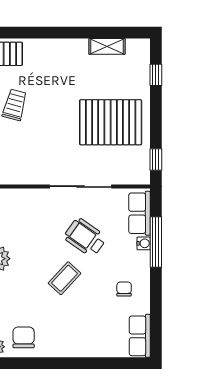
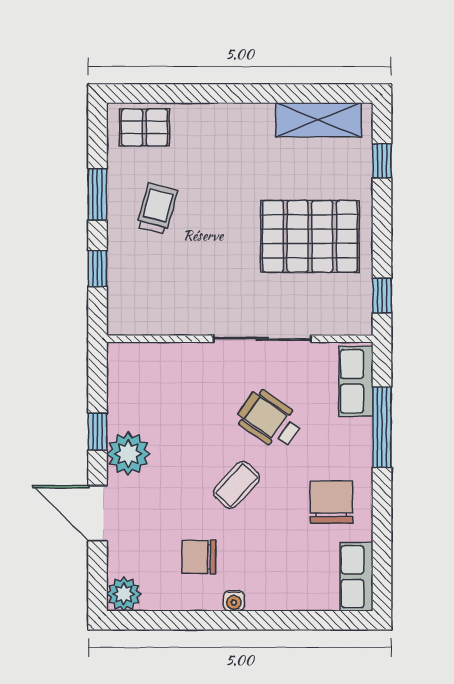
shelving: (107, 46) -> (318, 120), width x1.50, depth x1.33
water cooler: (144, 243) -> (234, 601), moved, turned 90
chair: (124, 289) -> (331, 502), width x1.87, depth x1.87
chair: (24, 337) -> (199, 557), moved, turned -90

